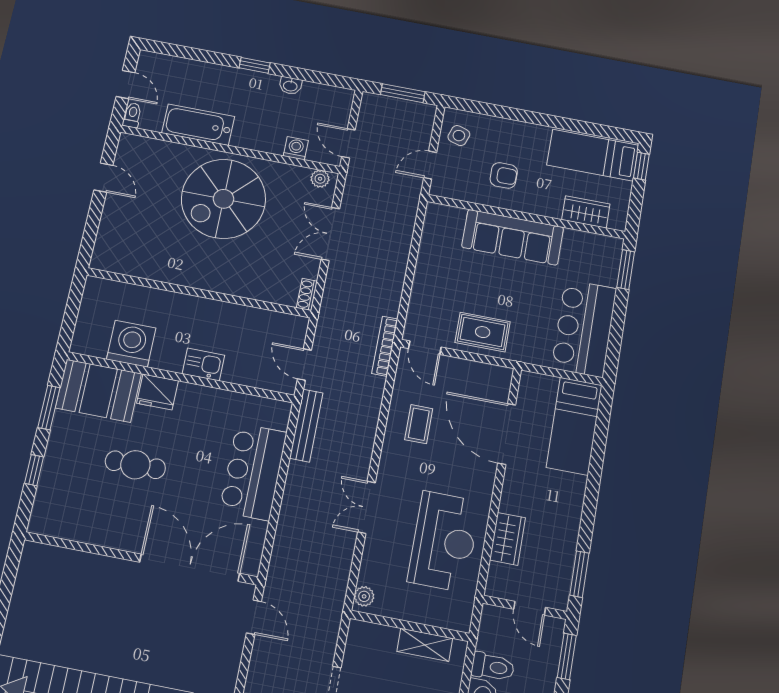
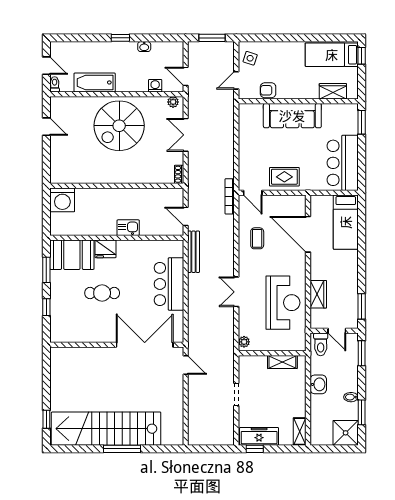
armchair: (504, 175) -> (268, 90), moved, turned 180
washing machine: (131, 344) -> (62, 200), moved, turned 180
toilet: (493, 667) -> (321, 344), moved, turned 90

